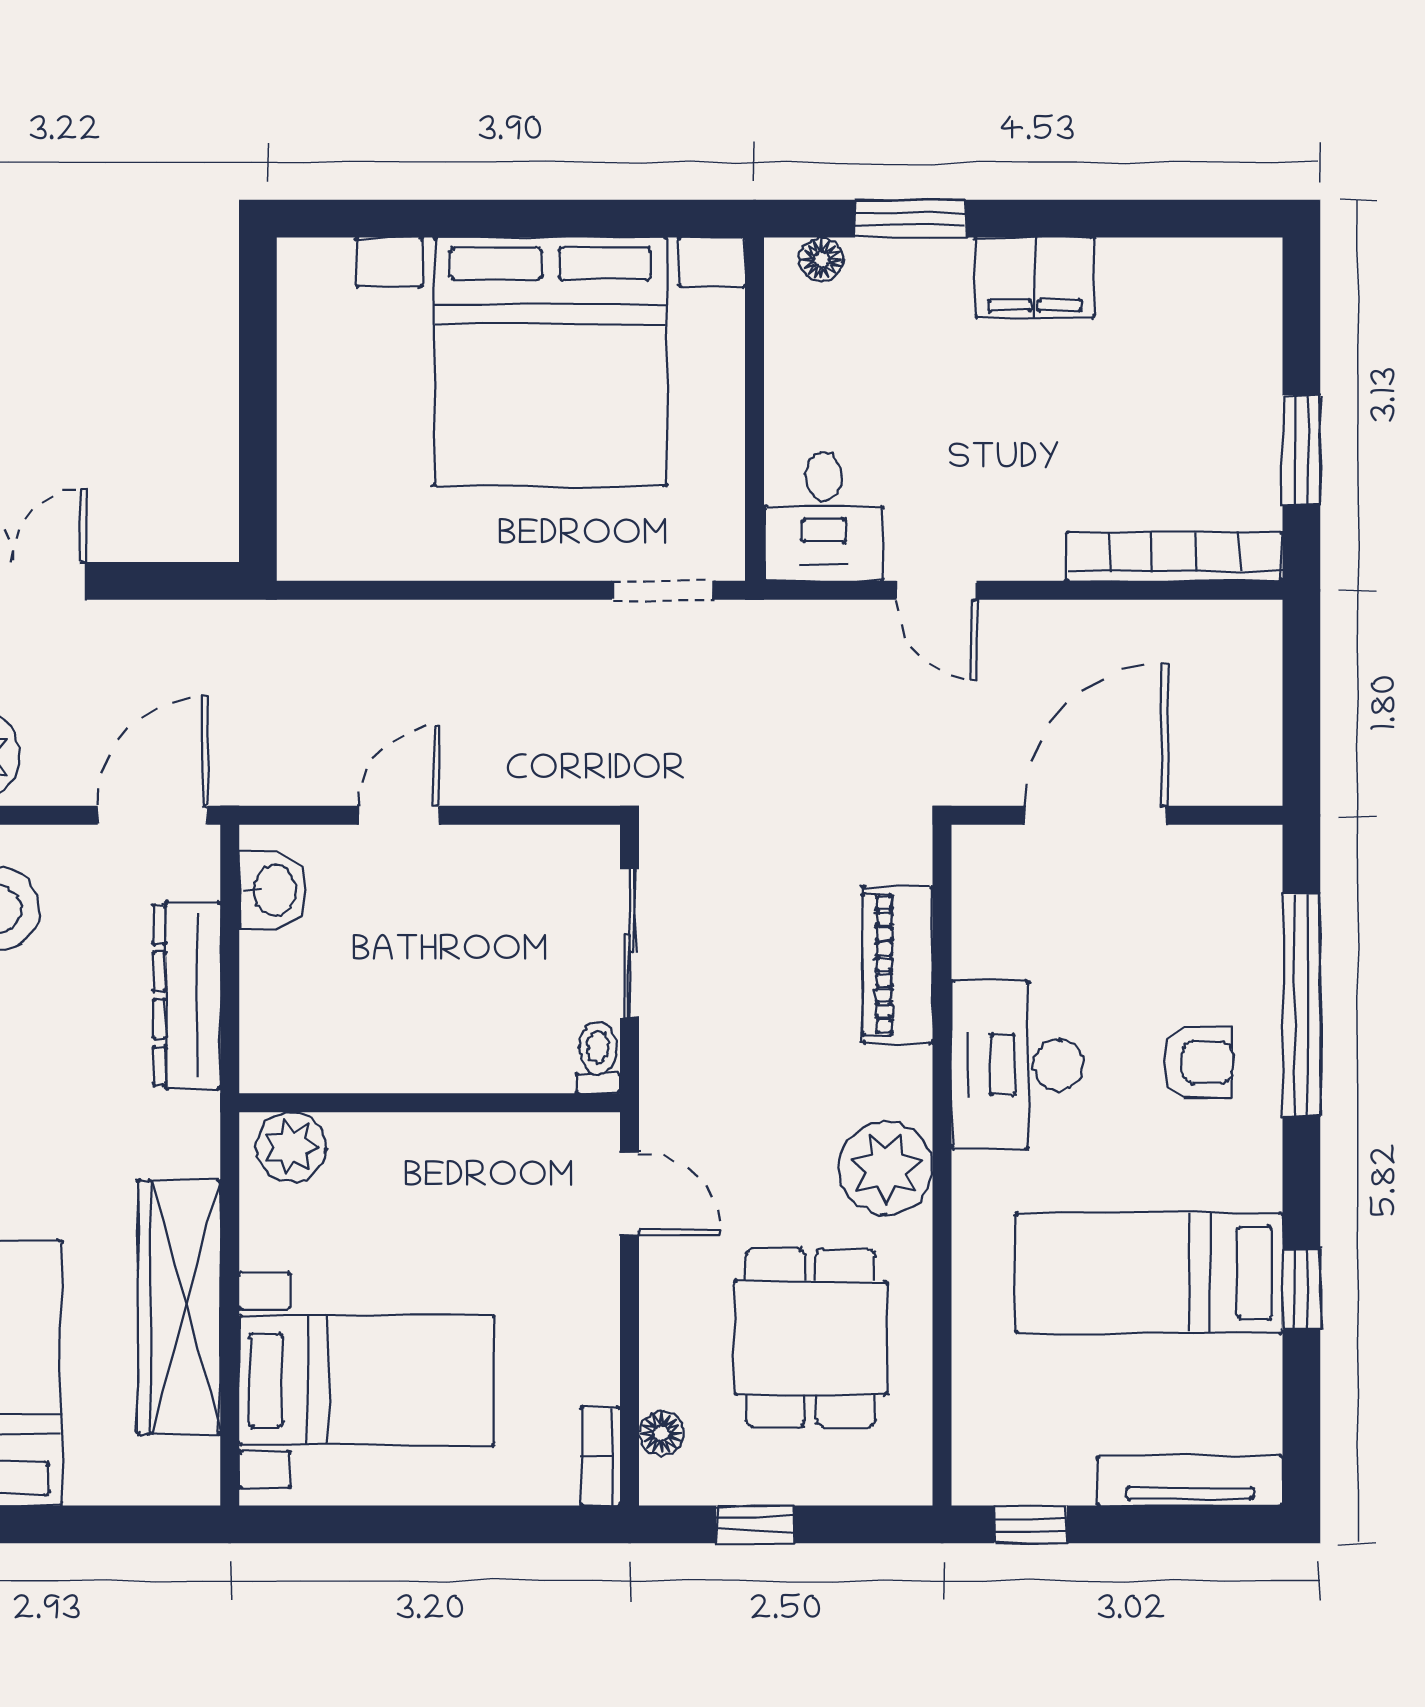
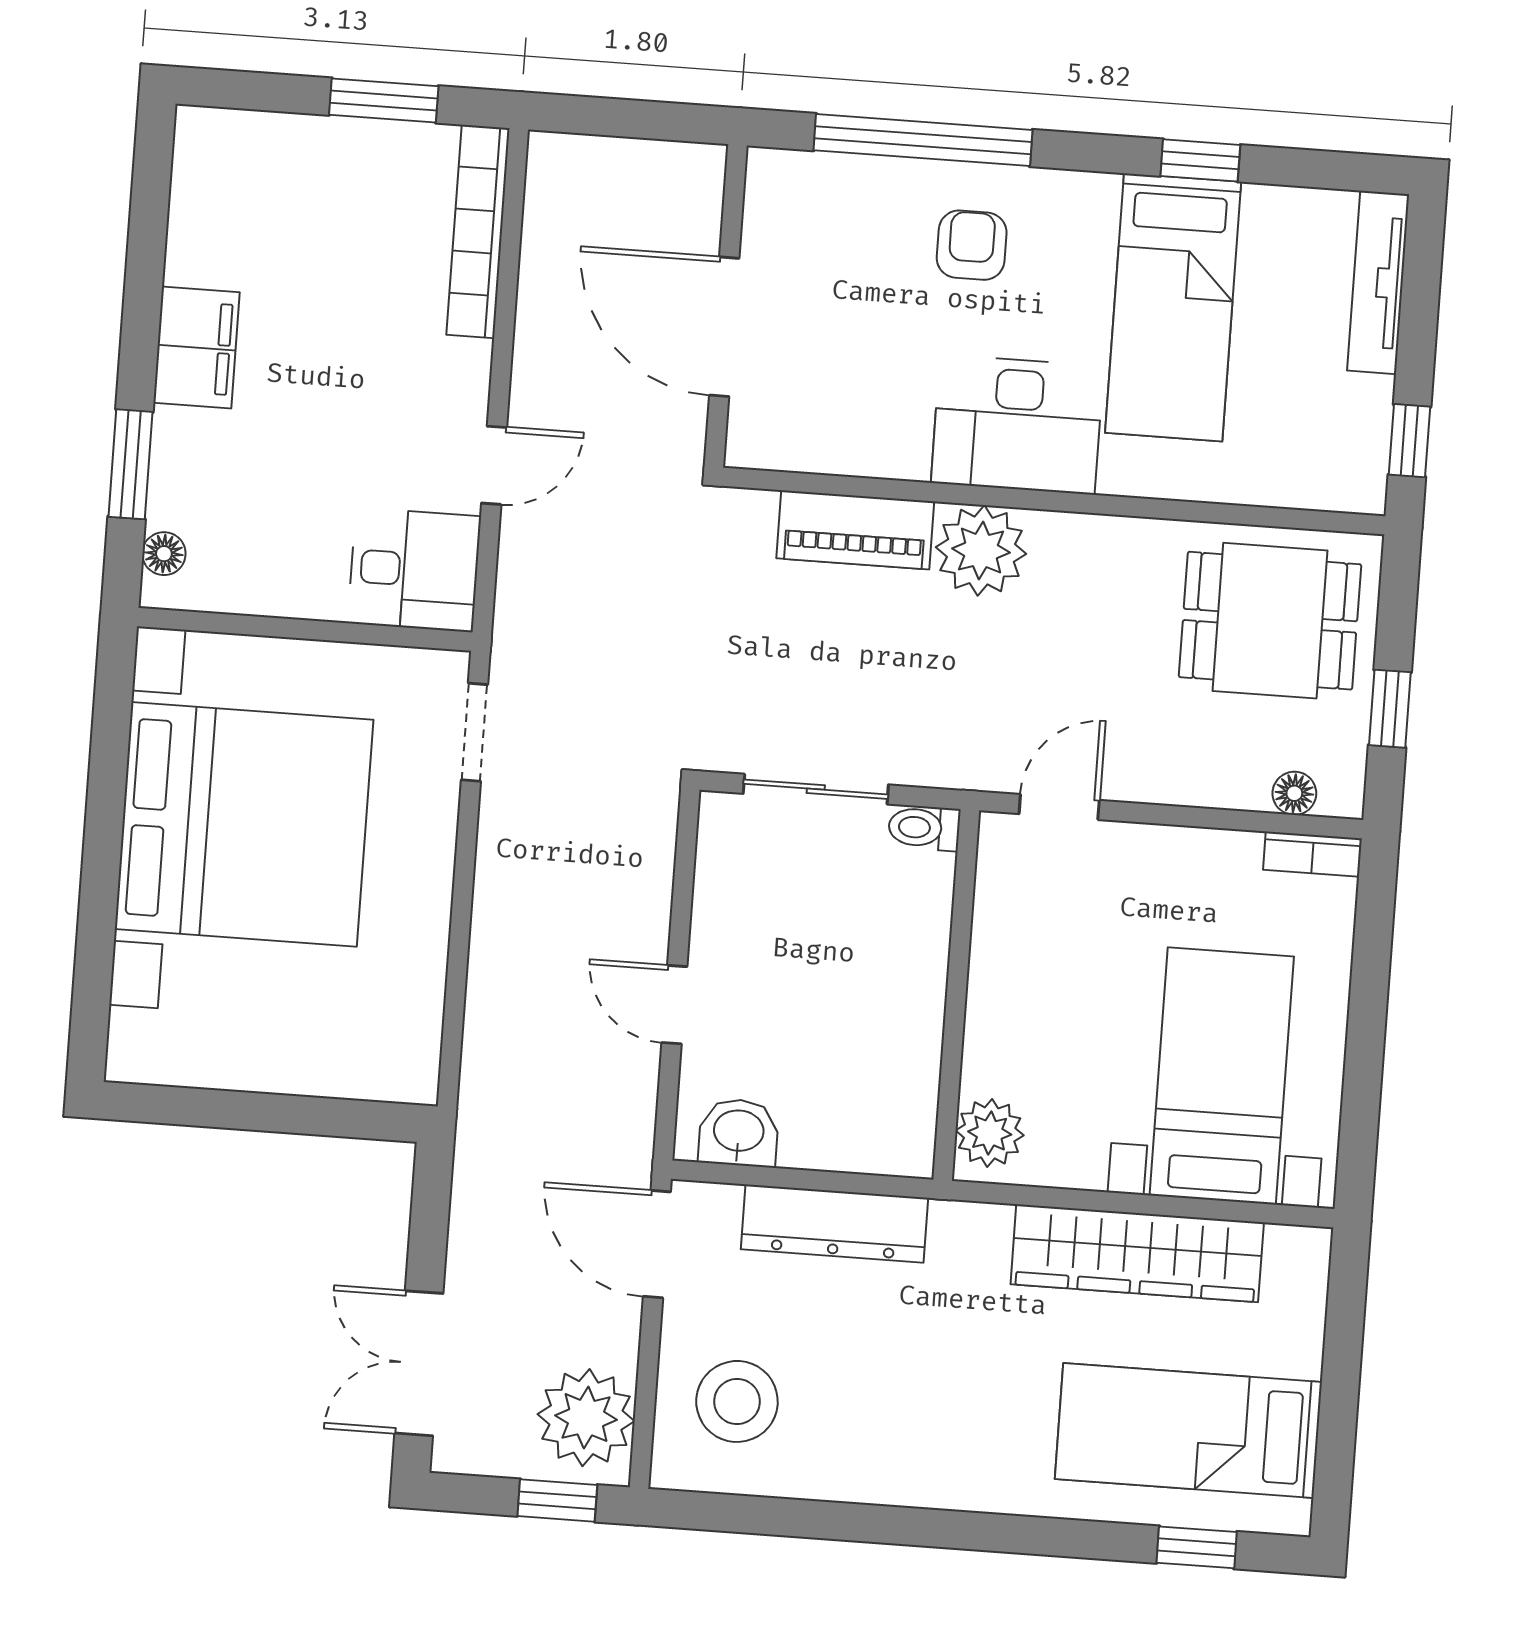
desk: (1018, 1065) -> (1017, 425), moved
plant: (886, 1168) -> (981, 551), moved
dining table: (811, 1338) -> (1270, 621), moved

